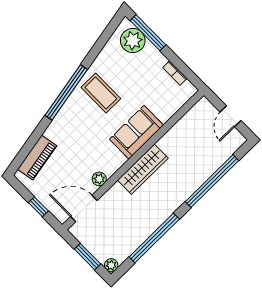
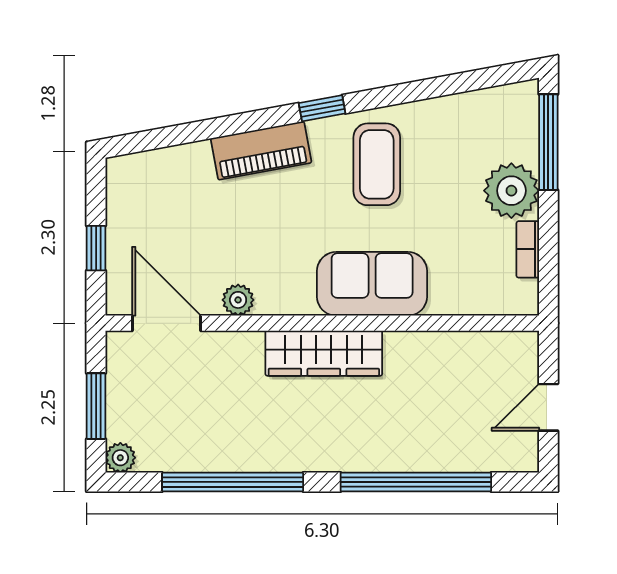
plant: (133, 41) -> (511, 191), moved
window: (66, 92) -> (322, 108), width x0.32
piano: (37, 158) -> (261, 151), moved

